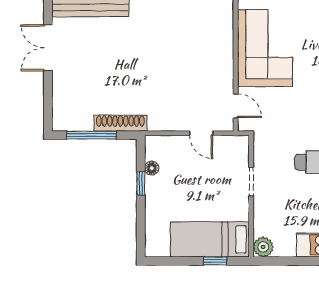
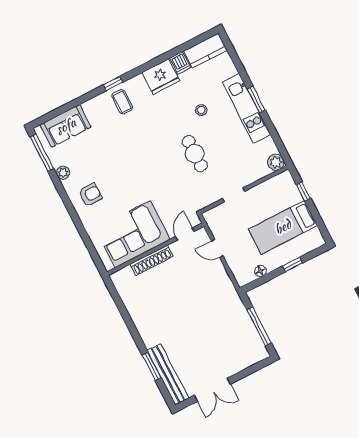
shoe rack: (120, 123) -> (152, 260), moved, turned -90
door: (201, 133) -> (217, 248), swing flipped
window: (141, 183) -> (293, 264), moved
bed: (210, 239) -> (283, 227), moved, turned 90

